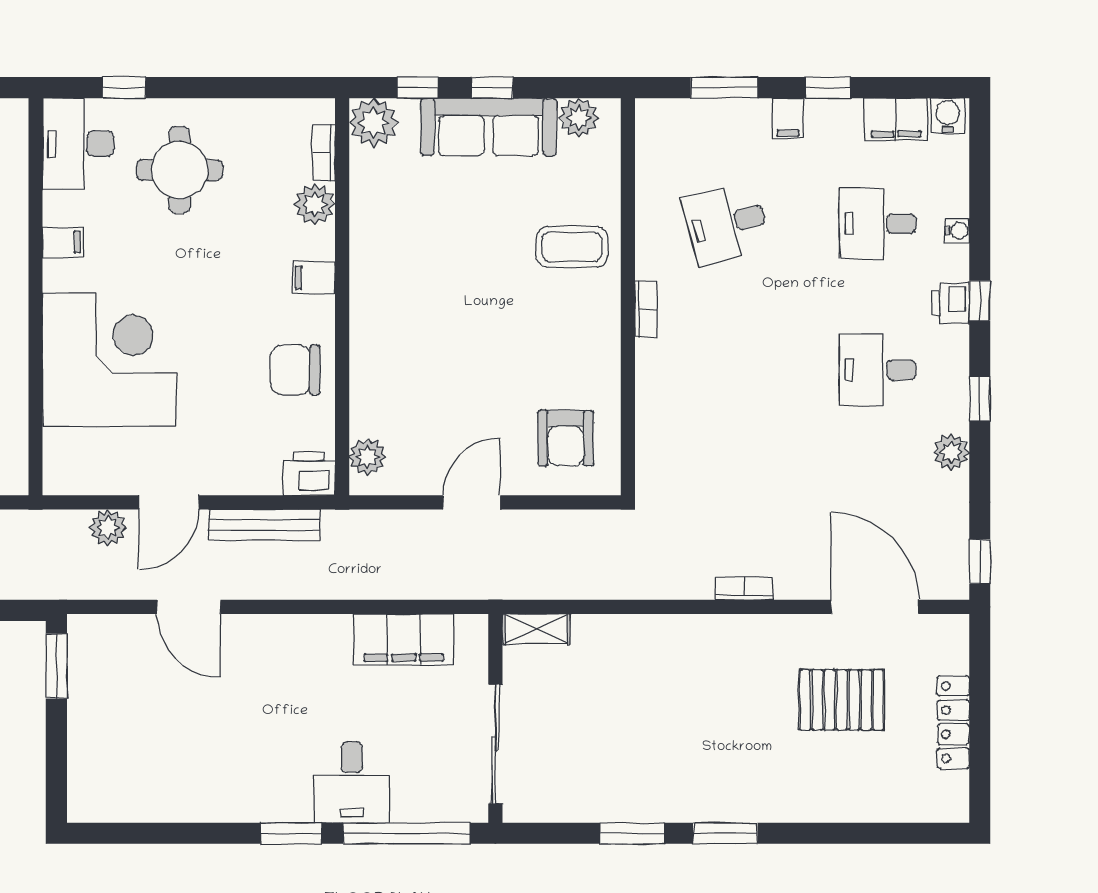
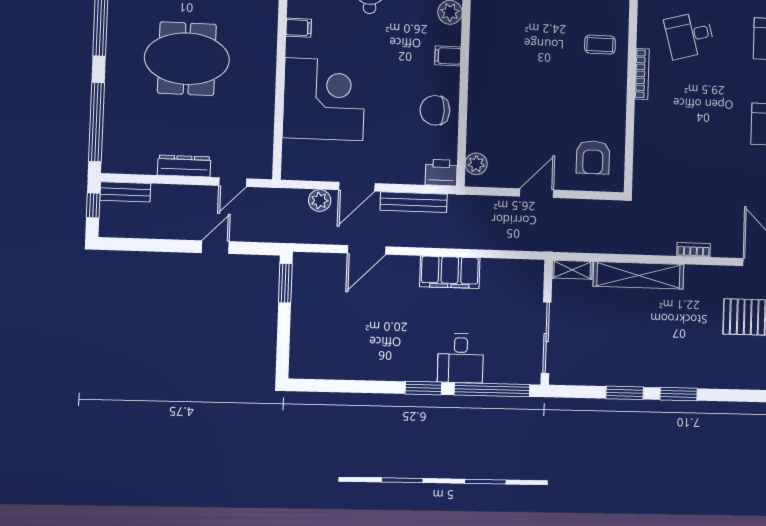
coffee table: (572, 247) -> (600, 45), width x0.73, depth x0.77
bookcase: (646, 309) -> (642, 74), width x1.56
door: (189, 607) -> (367, 250), hinge flipped
shelving: (650, 635) -> (638, 275), added
filing cabinet: (404, 640) -> (450, 272), moved

